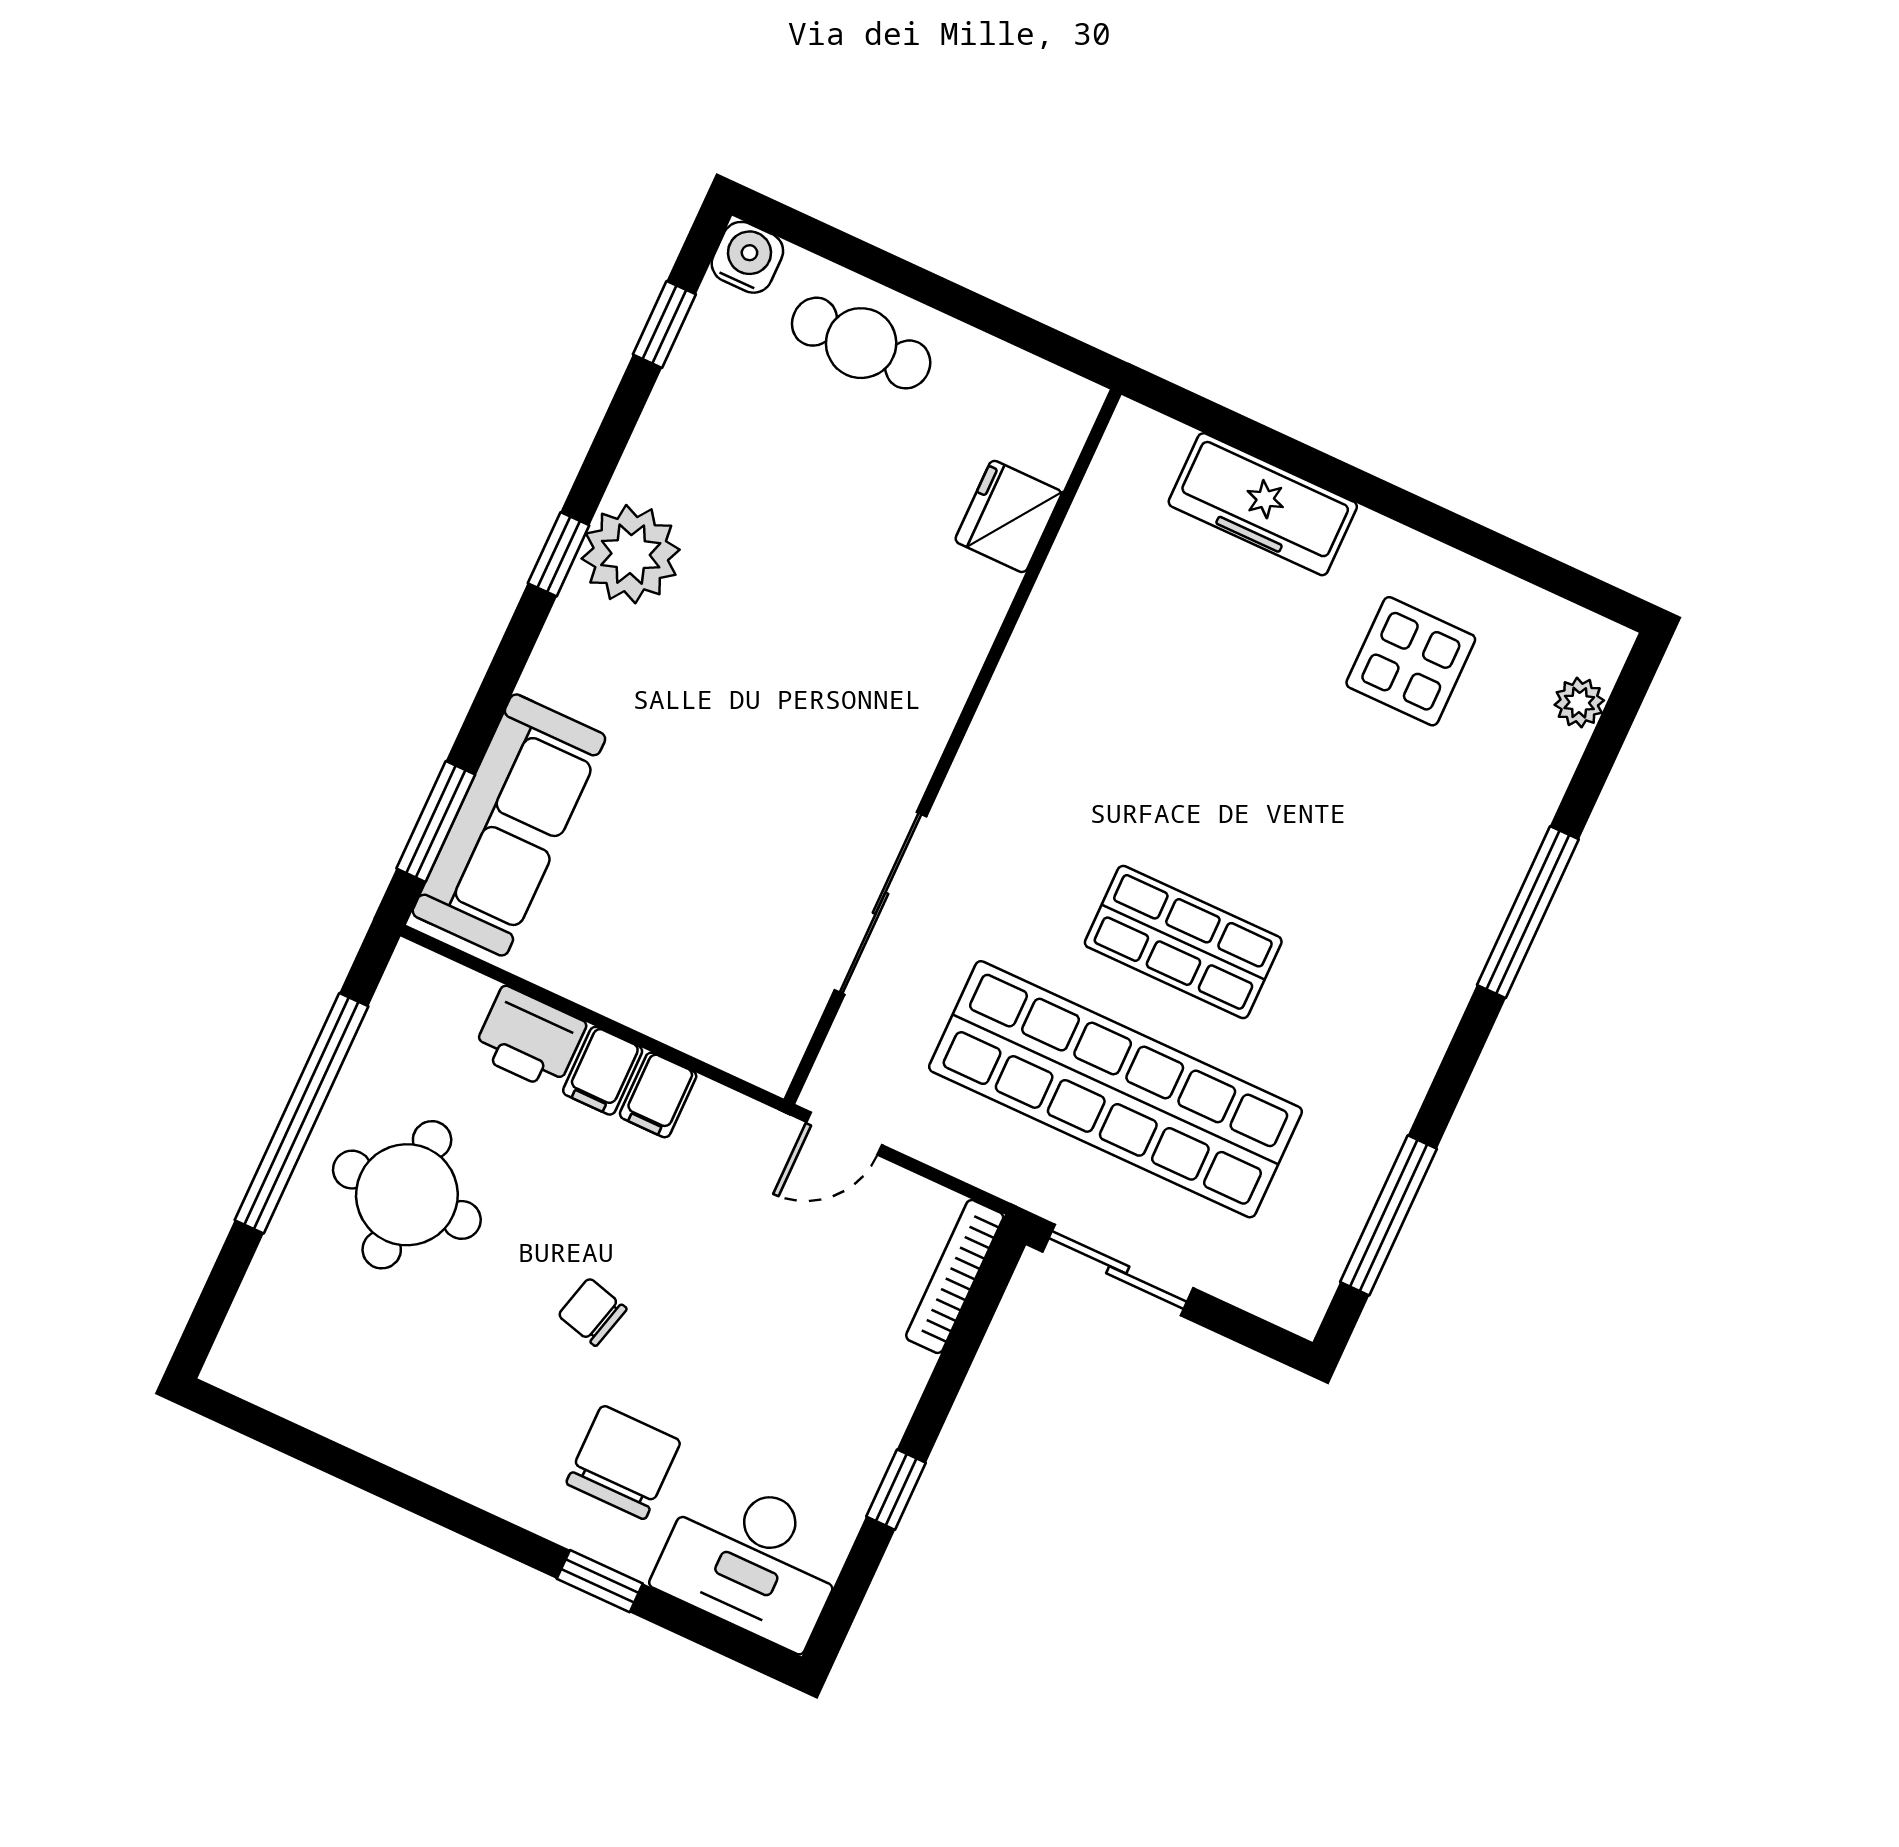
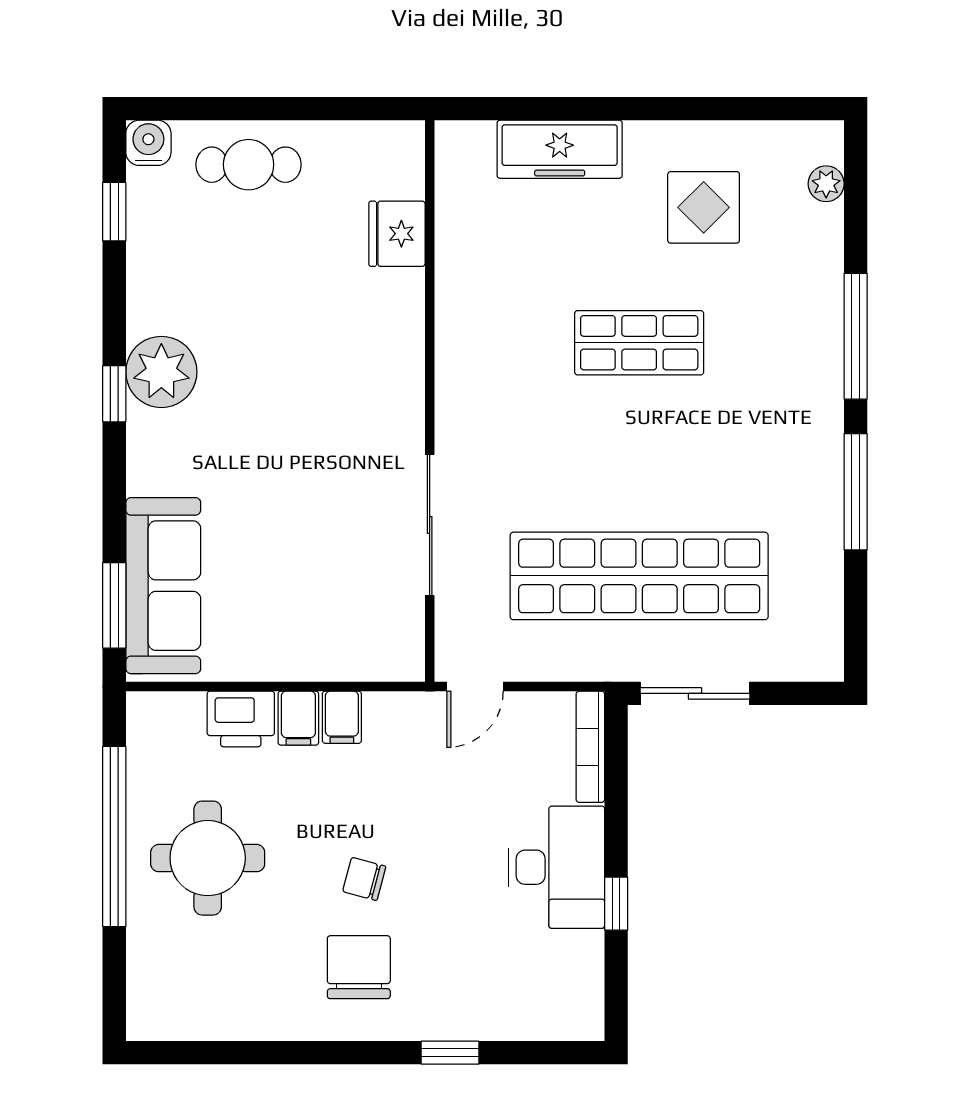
shop shelf: (1183, 942) -> (639, 343), moved
window: (1388, 1215) -> (856, 492), moved
chair: (623, 1462) -> (359, 967), moved
desk: (752, 1560) -> (557, 867), moved, turned -90

